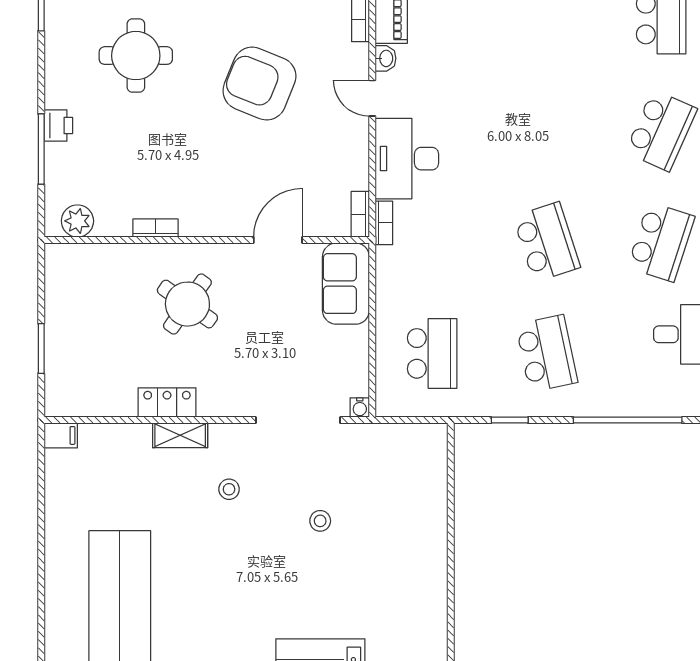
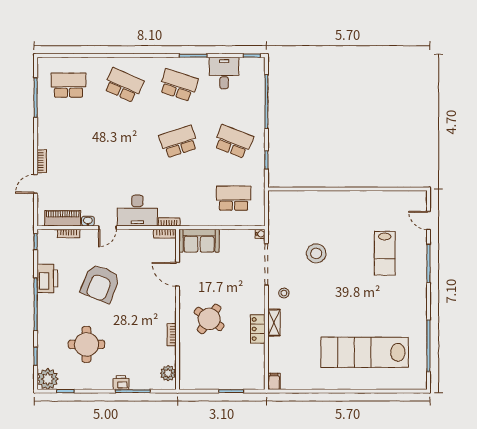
school desk: (547, 353) -> (234, 142), turned 33
stool: (229, 489) -> (284, 293), moved
stool: (320, 521) -> (316, 253), width x1.89, depth x1.89

